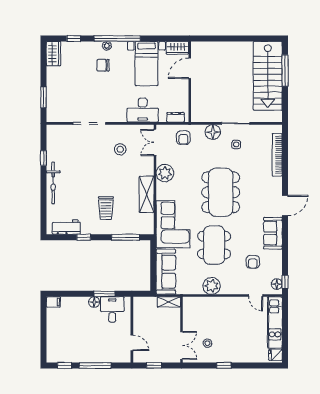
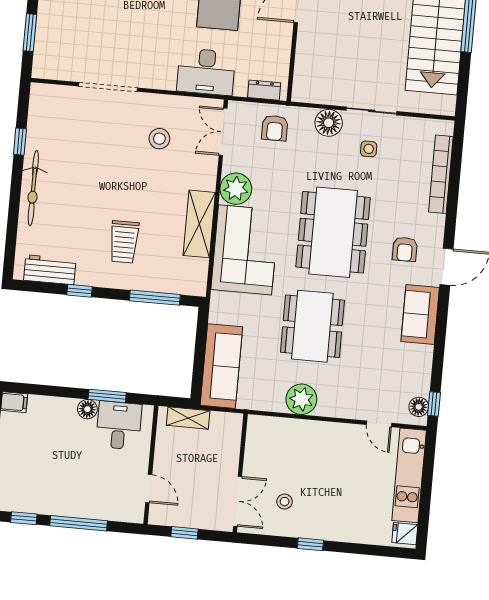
corner sofa: (173, 224) -> (245, 250), moved
armchair: (253, 262) -> (405, 249), moved
shelving: (169, 302) -> (188, 418), moved

